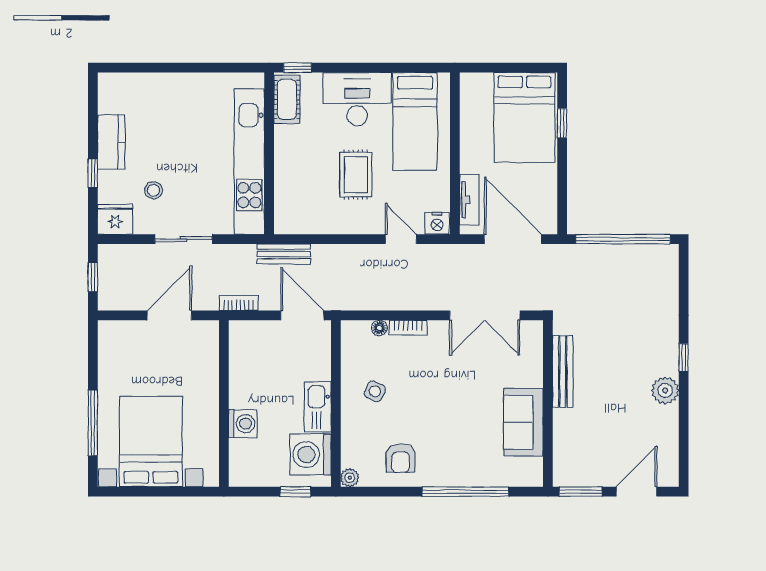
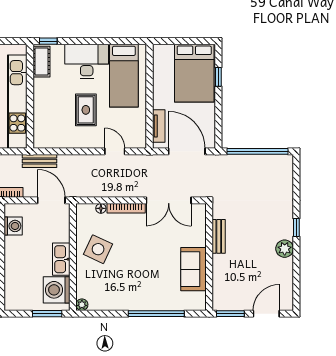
nightstand: (437, 223) -> (138, 141), removed
bookcase: (408, 328) -> (126, 208), width x1.56
bench: (563, 371) -> (219, 236), width x0.73
side table: (375, 391) -> (98, 249), width x1.87, depth x1.87
washing machine: (243, 424) -> (13, 226), moved
armchair: (400, 458) -> (114, 292), removed
window: (296, 492) -> (47, 314), width x1.50

